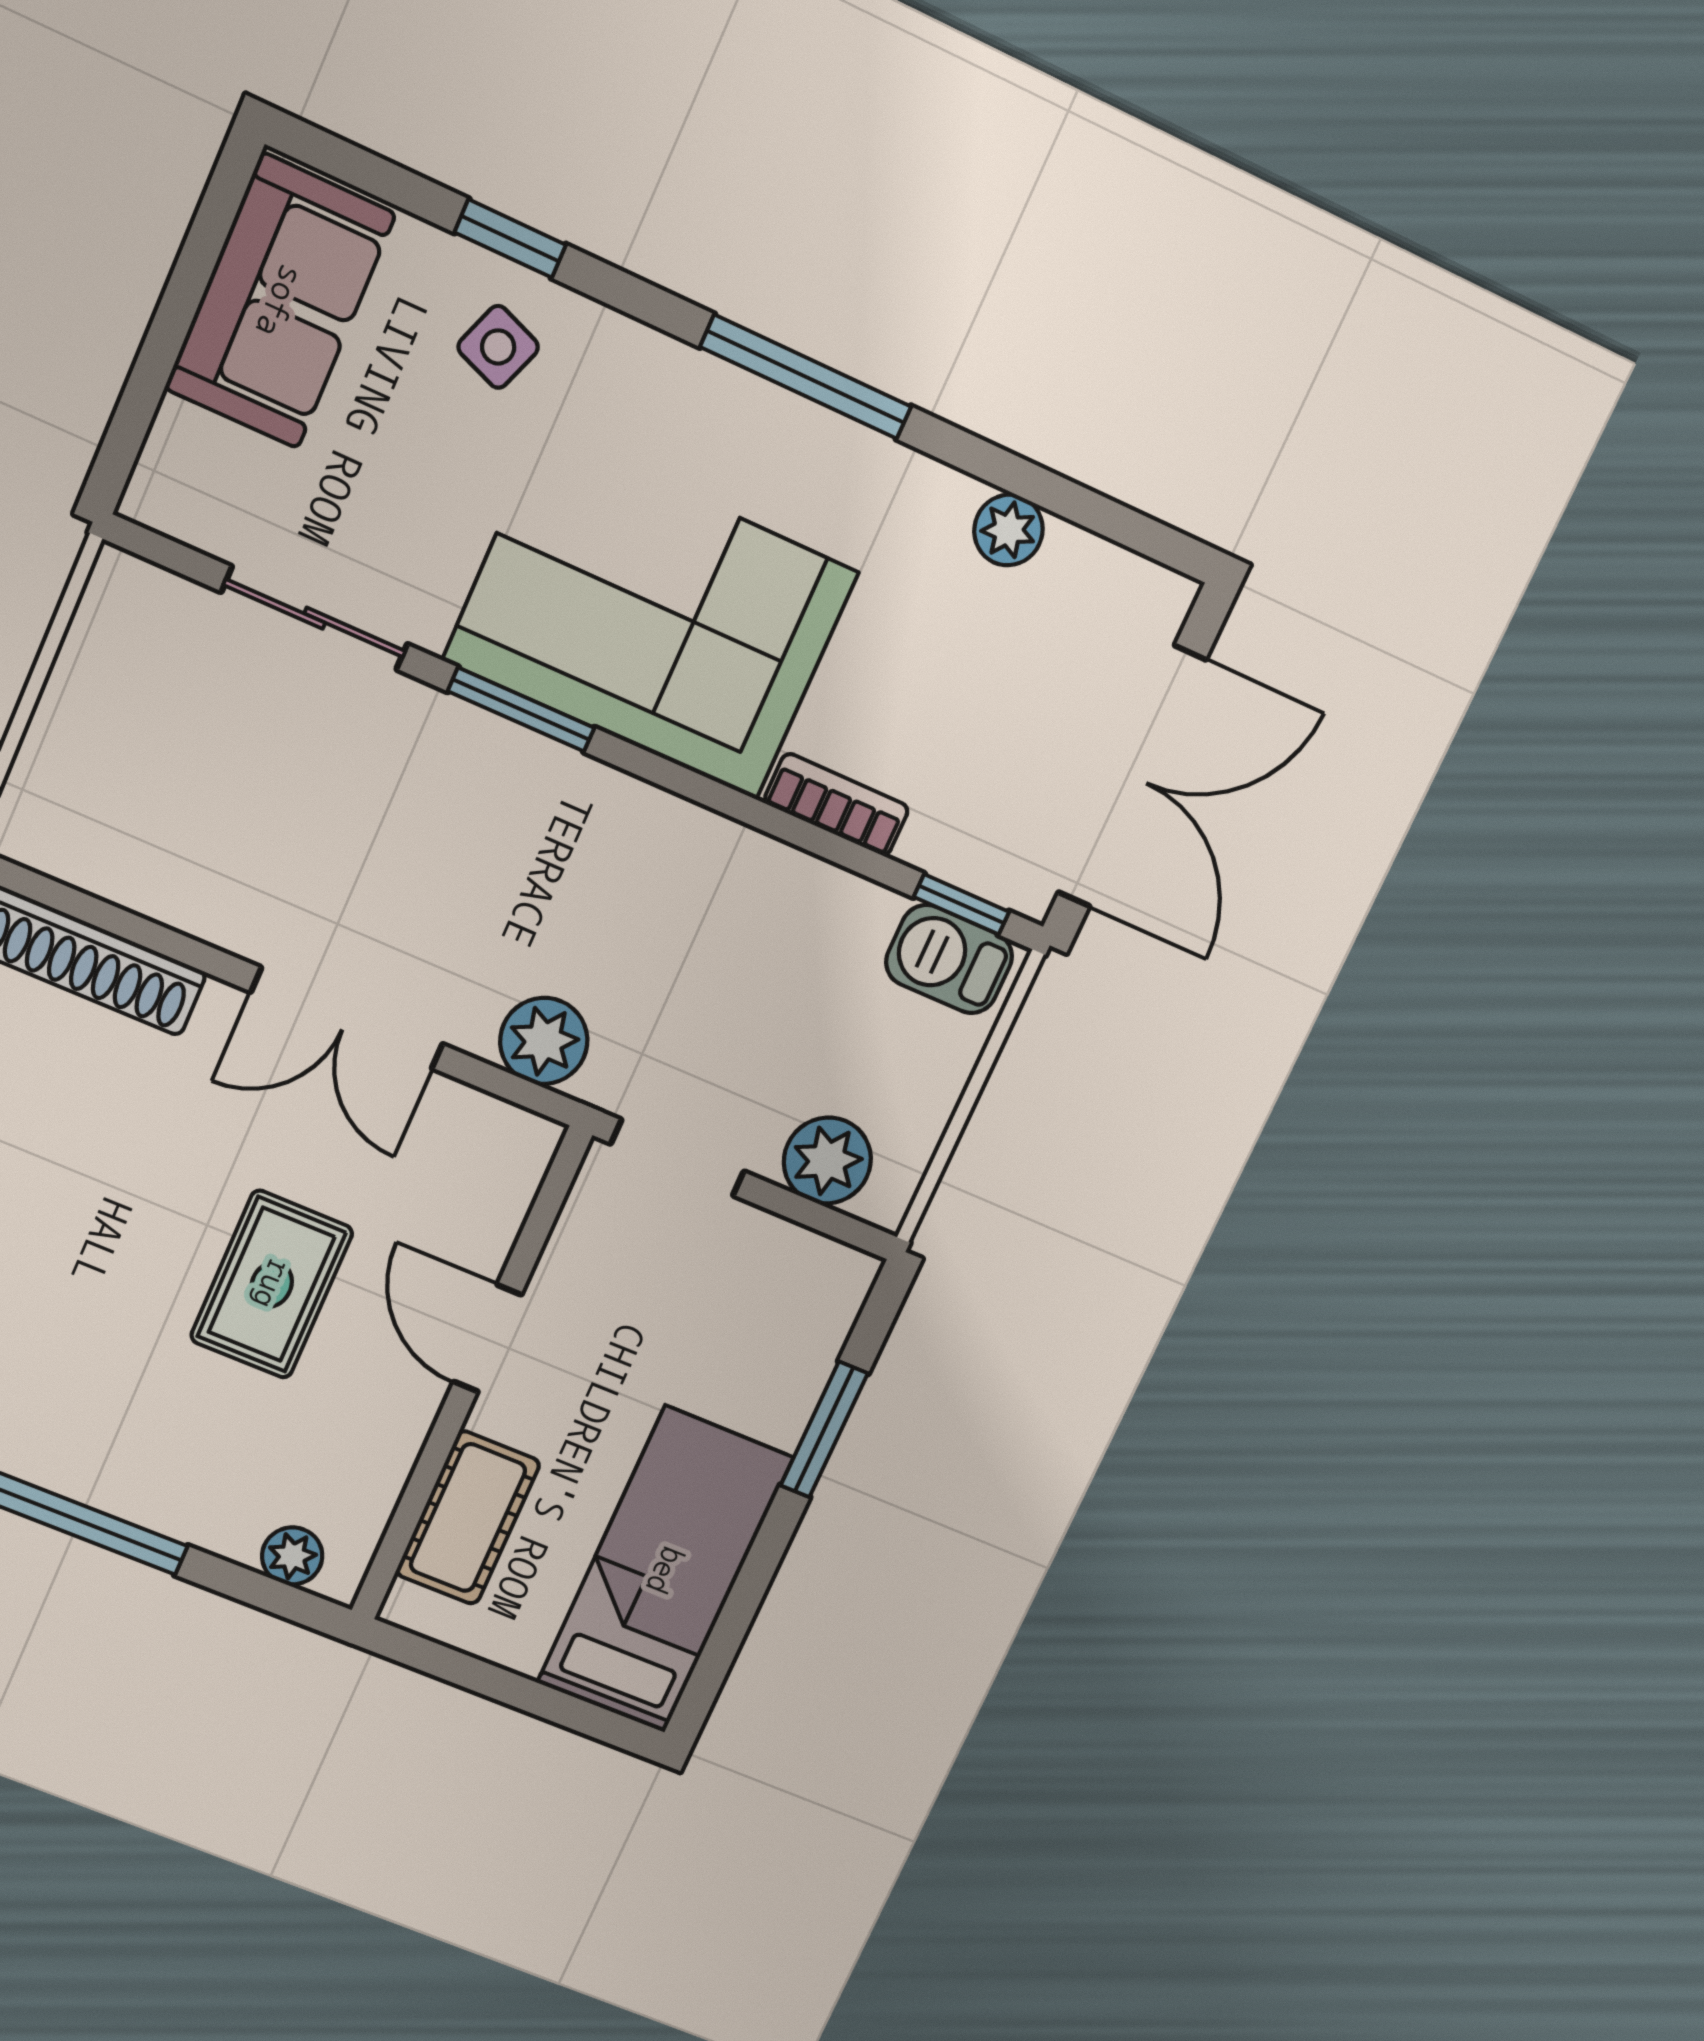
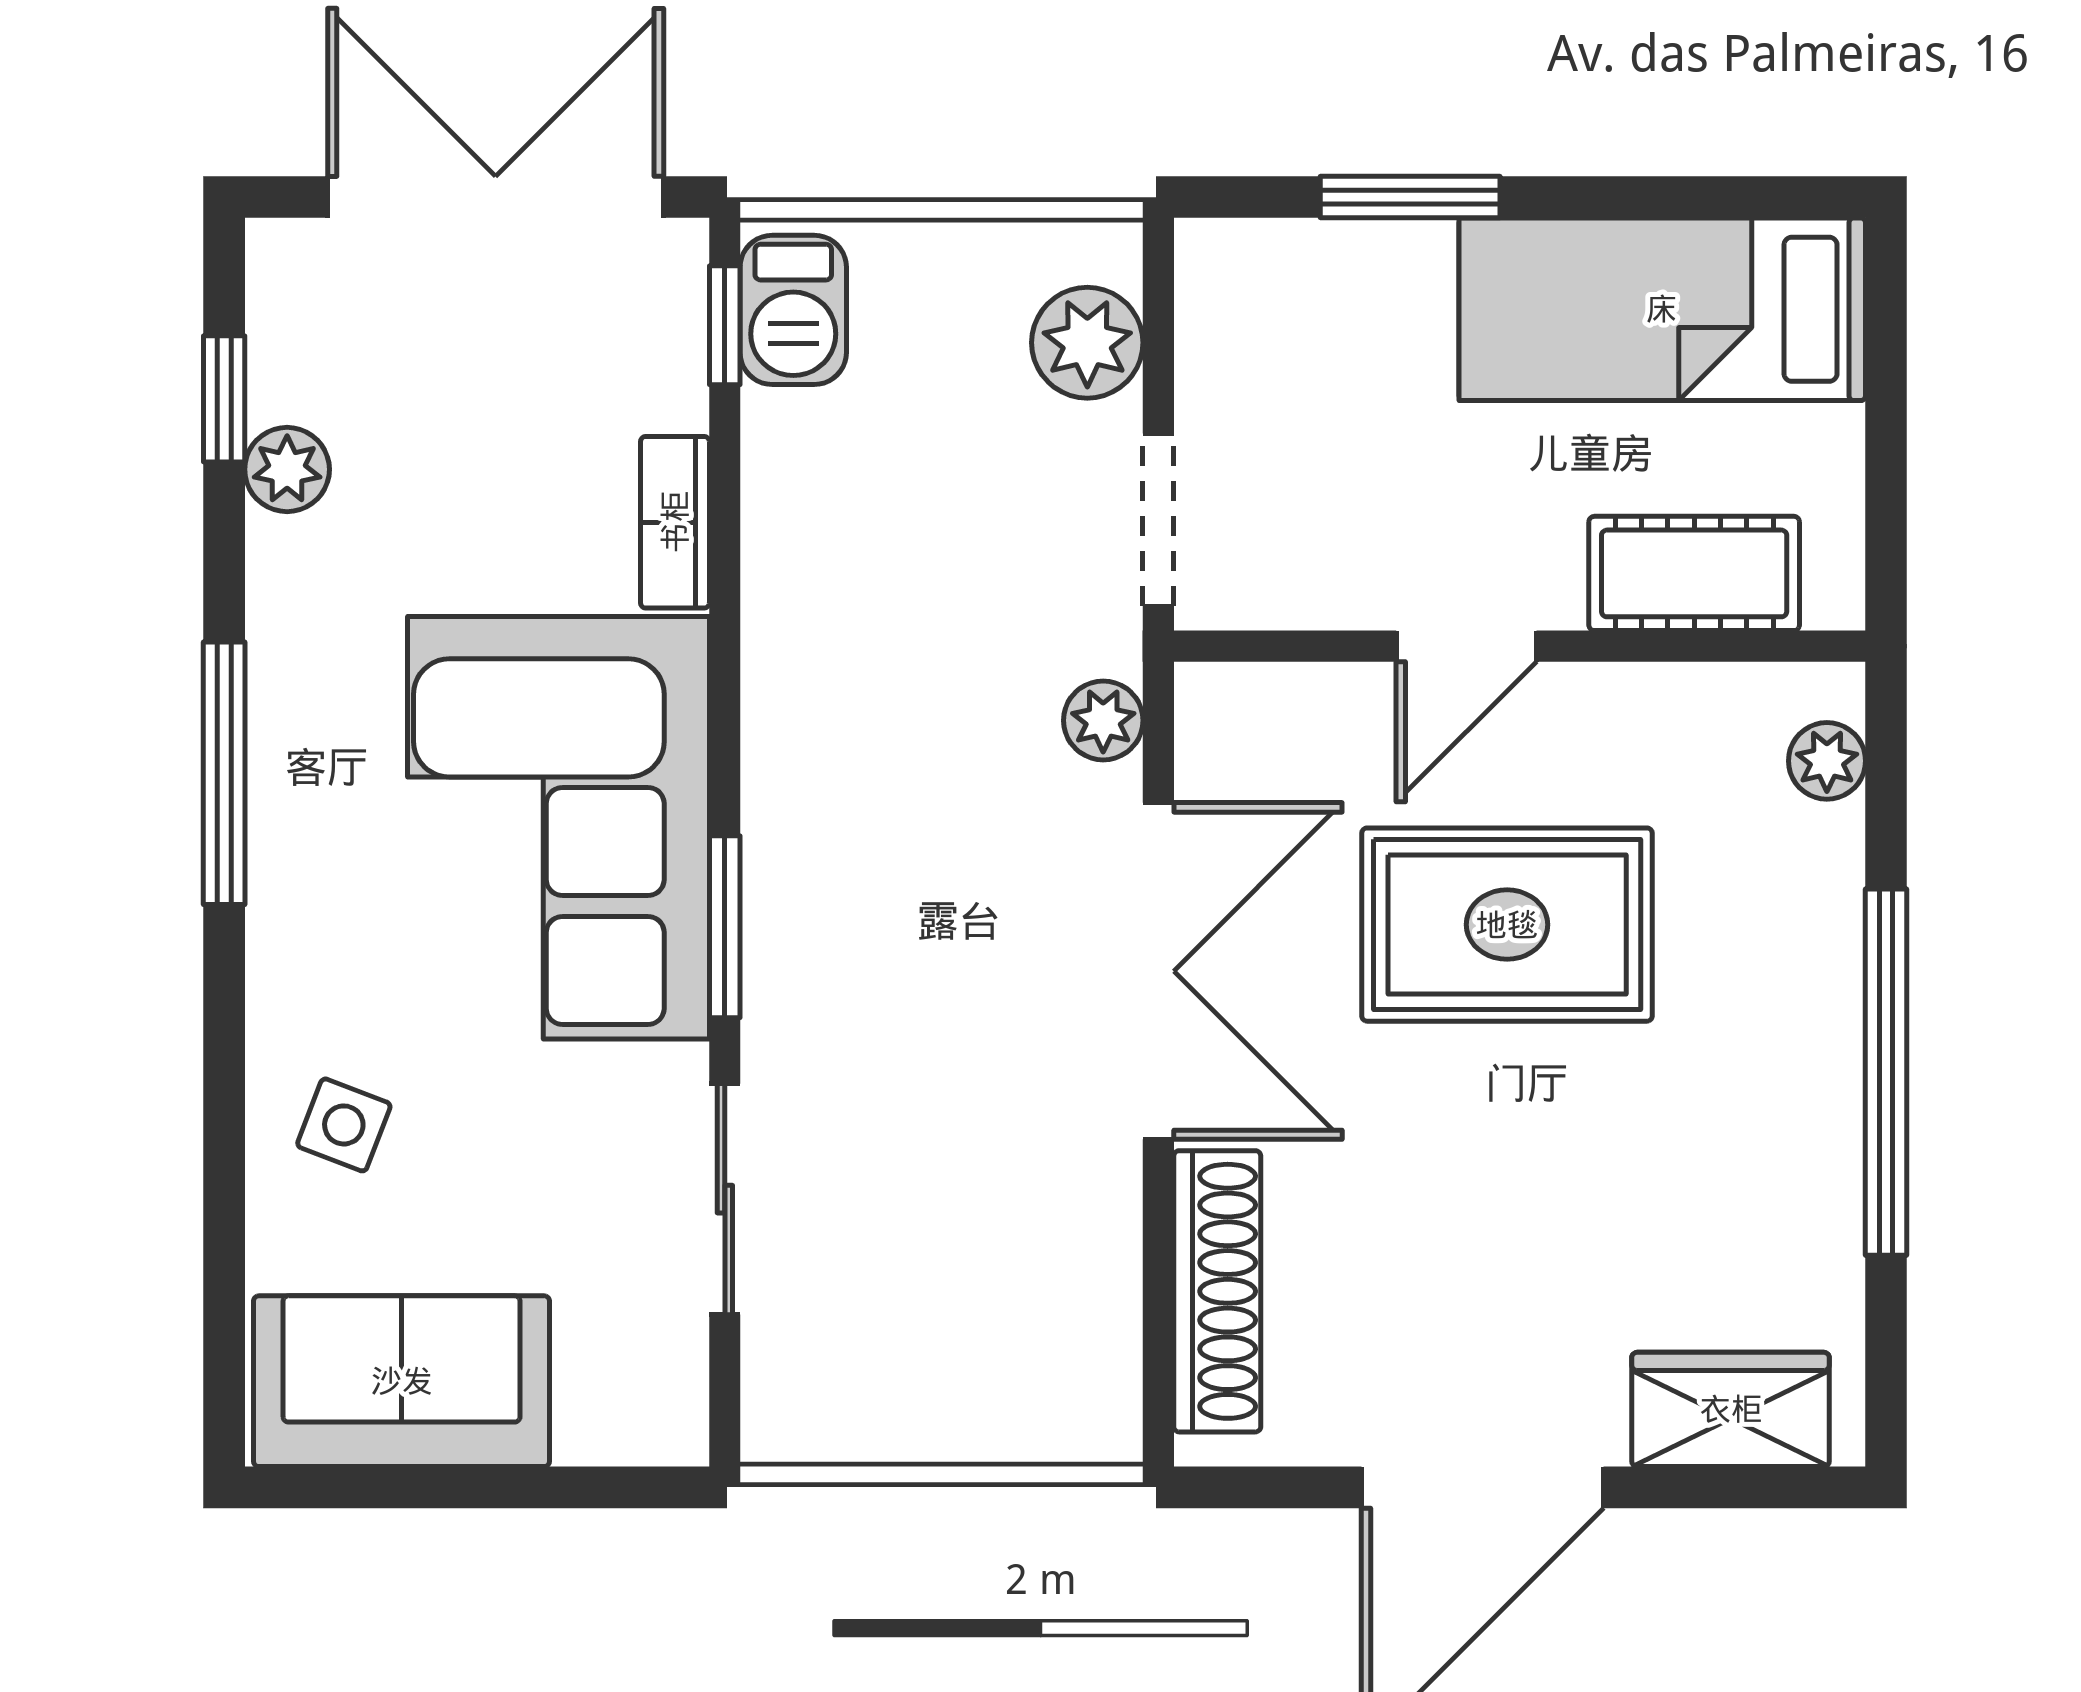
window: (510, 239) -> (224, 399), moved
double door: (347, 1018) -> (1158, 971), width x1.37
plant: (544, 1041) -> (1103, 720), width x0.73, depth x0.73
rug: (272, 1284) -> (1507, 925), width x1.36, depth x1.43

